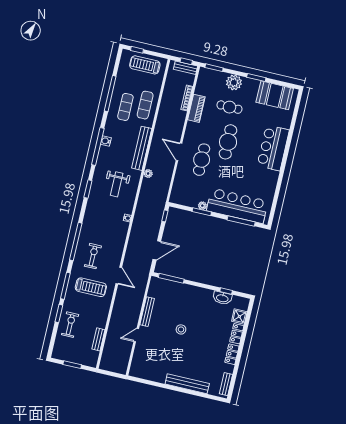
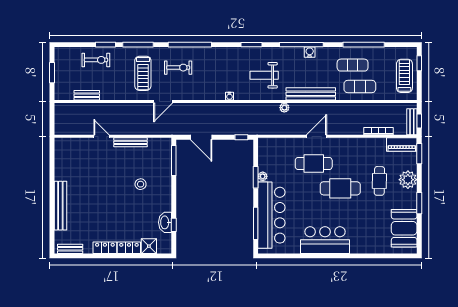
piano: (196, 108) -> (402, 144), moved
bar counter: (273, 148) -> (325, 240), moved
stool: (181, 329) -> (141, 184), moved

